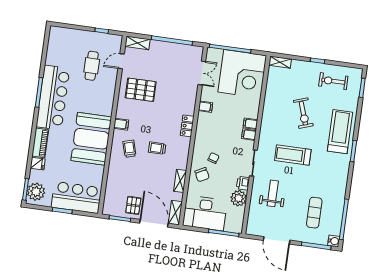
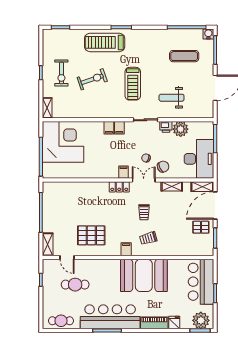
cafe table: (56, 46) -> (61, 321), added
double door: (202, 73) -> (144, 180), moved
exercise bike: (333, 81) -> (61, 73), moved
pallet: (141, 90) -> (91, 235), turned 90
filing cabinet: (206, 107) -> (123, 172), moved

